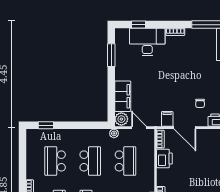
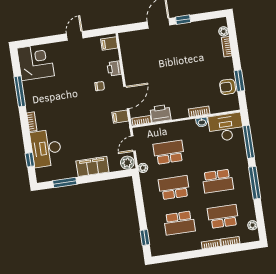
filing cabinet: (123, 96) -> (92, 166), moved

